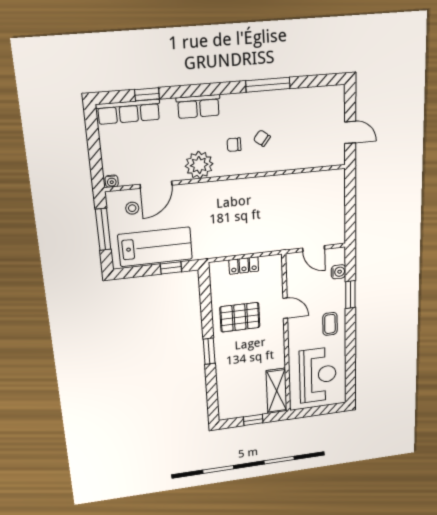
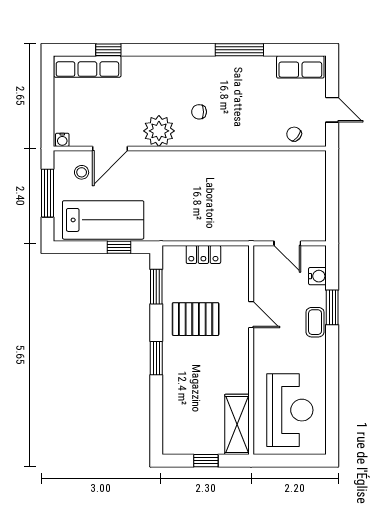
row of seats: (198, 106) -> (300, 67), moved
chair: (262, 138) -> (294, 134), moved
window: (205, 296) -> (156, 287), added
coffee table: (330, 324) -> (315, 322), moved

